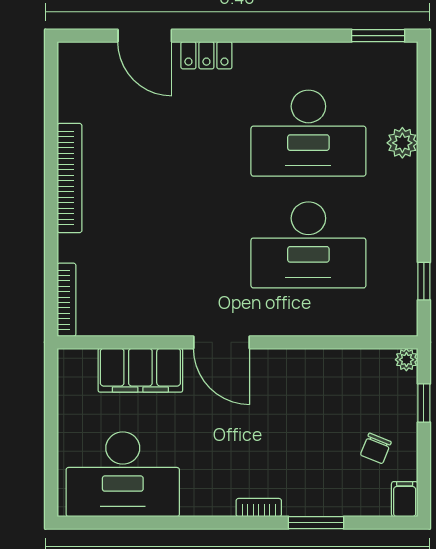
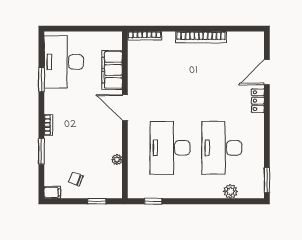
plant: (402, 143) -> (230, 191), moved
door: (222, 342) -> (125, 108), hinge flipped
plant: (406, 360) -> (117, 160), moved
window: (161, 523) -> (41, 80), added

